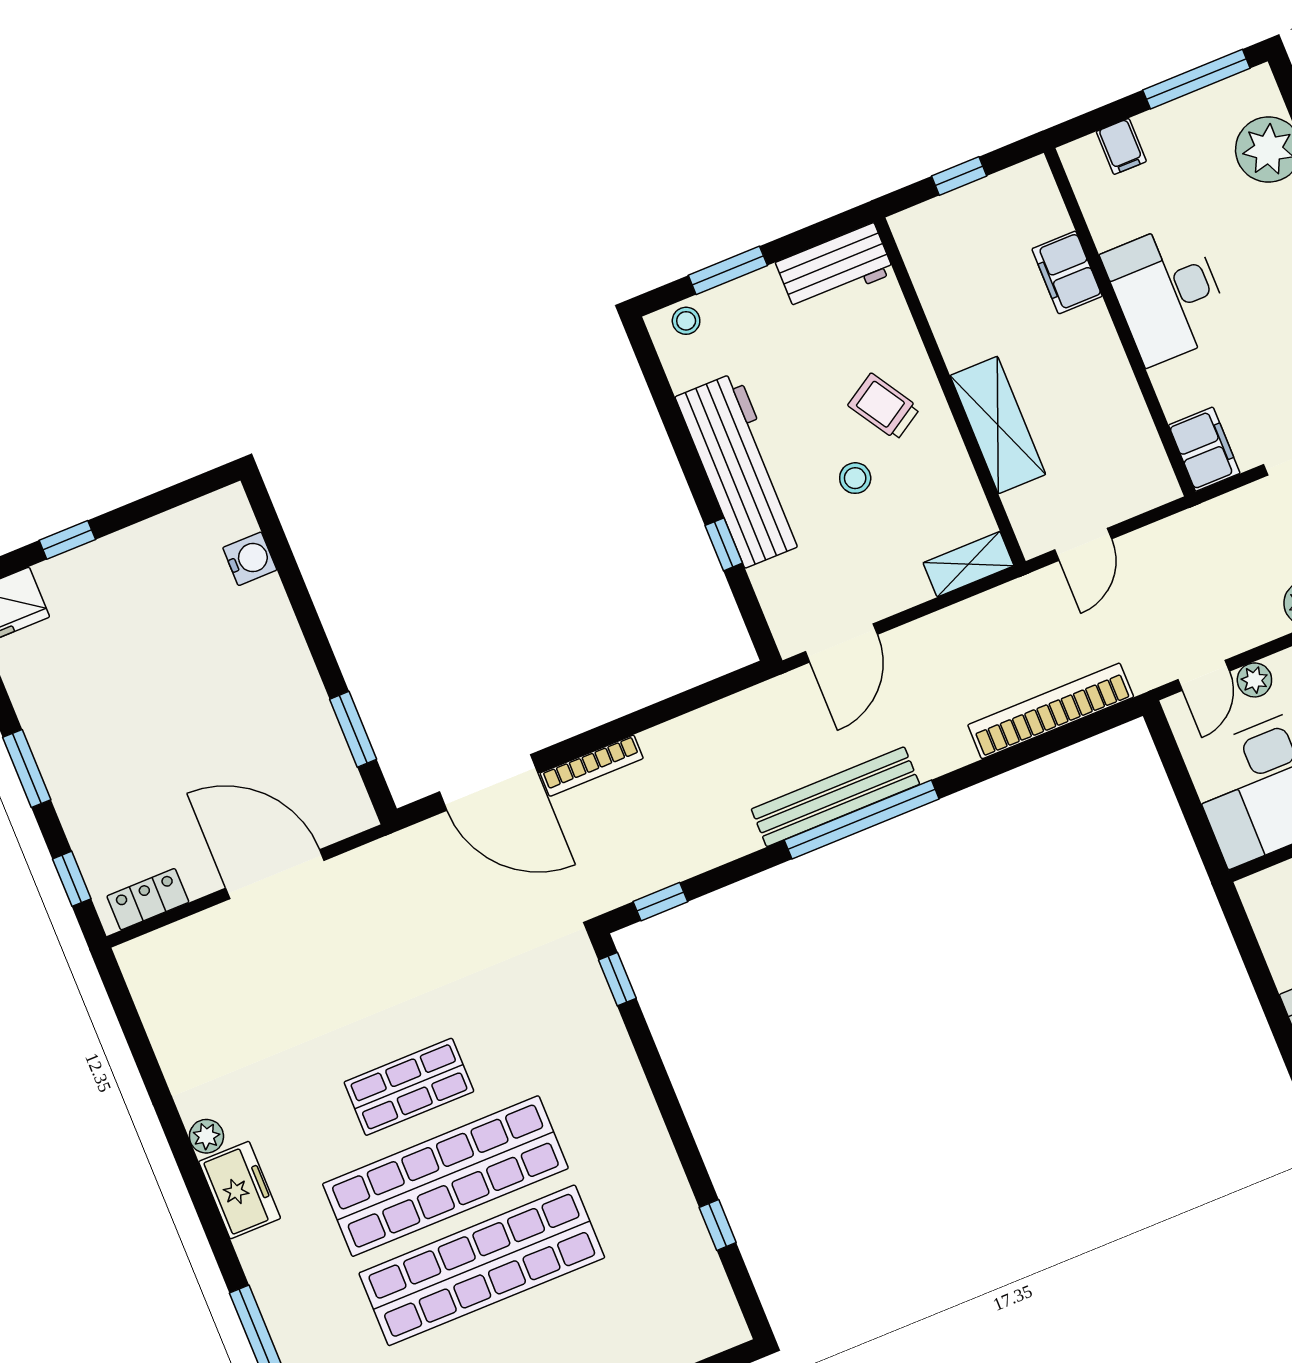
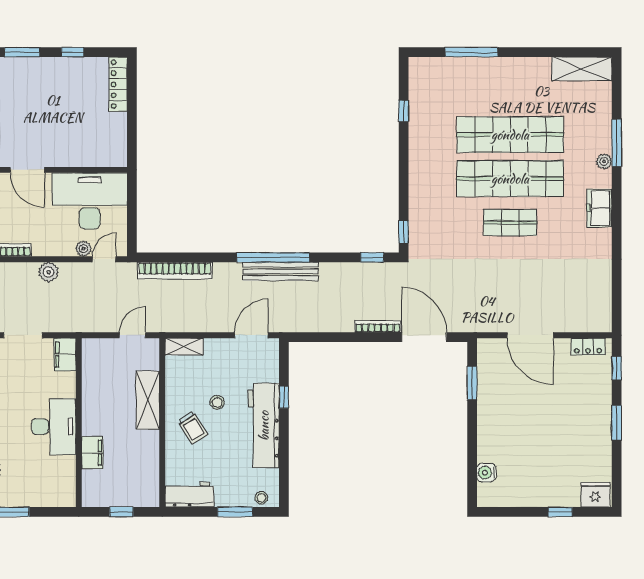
filing cabinet: (1121, 146) -> (48, 496), removed
plant: (206, 1136) -> (604, 161), moved

